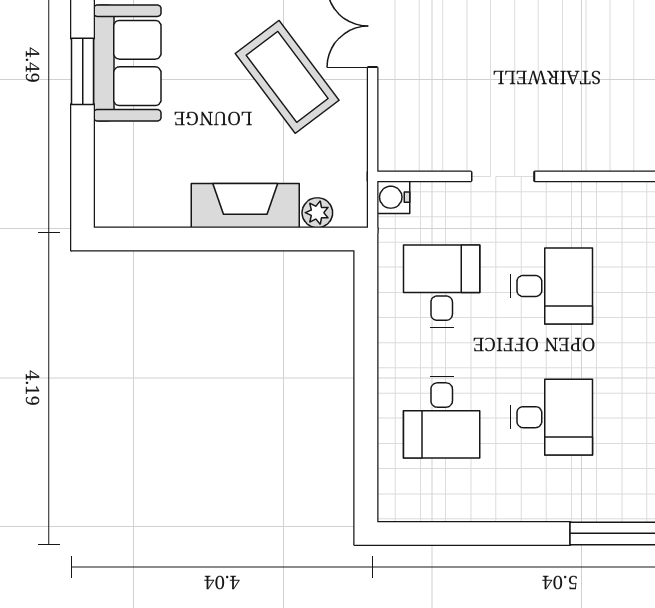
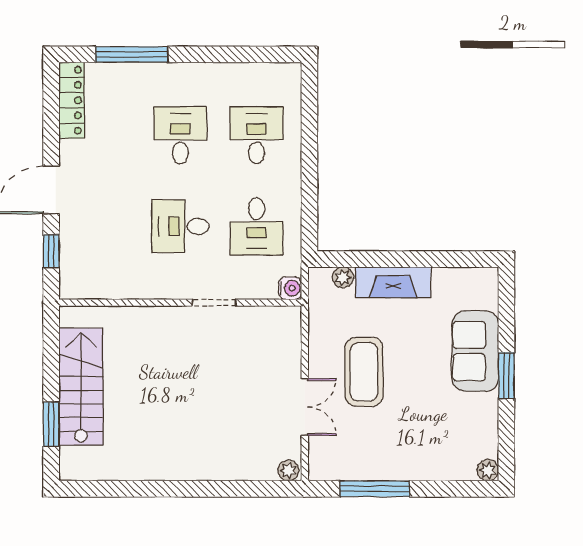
sofa: (127, 63) -> (475, 351), moved
coffee table: (287, 77) -> (364, 372), turned 37
desk: (551, 417) -> (180, 135), turned 90

